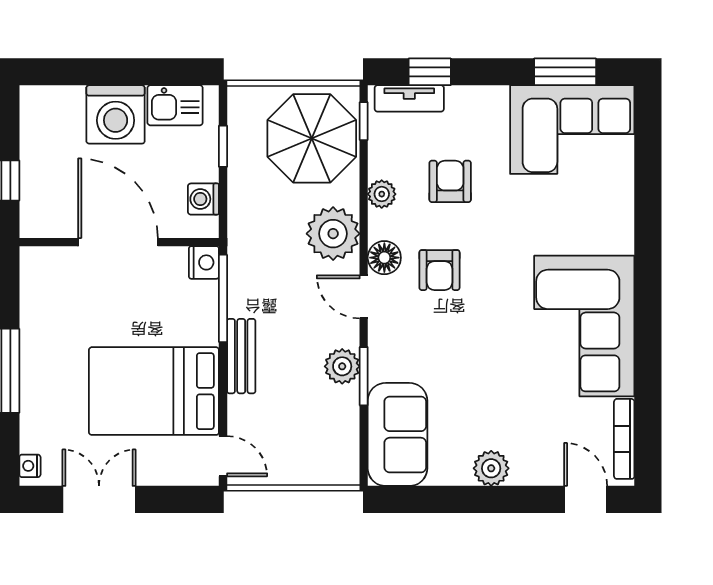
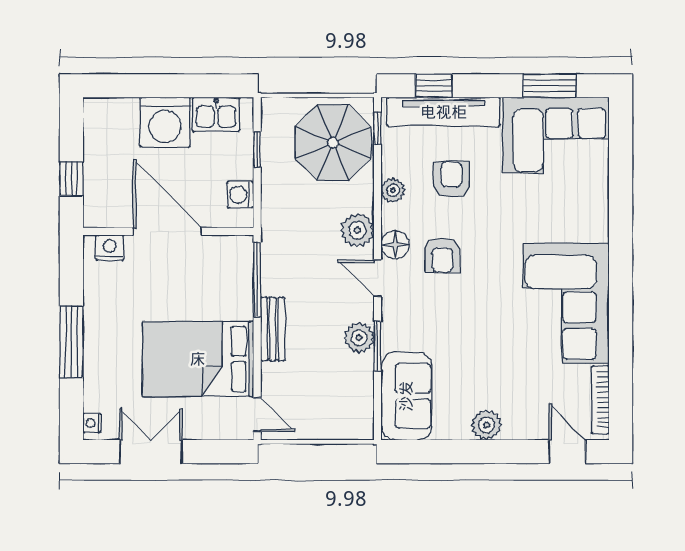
tv unit: (409, 98) -> (444, 112), width x1.92, depth x1.29
plant: (333, 234) -> (357, 230), width x0.73, depth x0.73
nightstand: (204, 262) -> (110, 248), moved, turned -90

